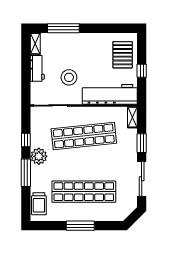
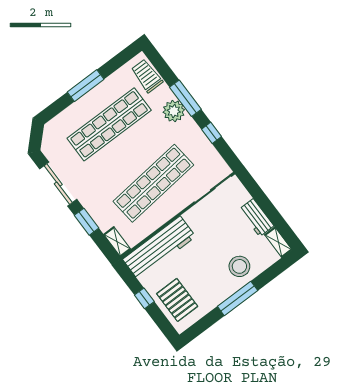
window: (63, 28) -> (238, 298), moved
stool: (69, 77) -> (239, 266), moved
plant: (39, 156) -> (174, 111), moved

